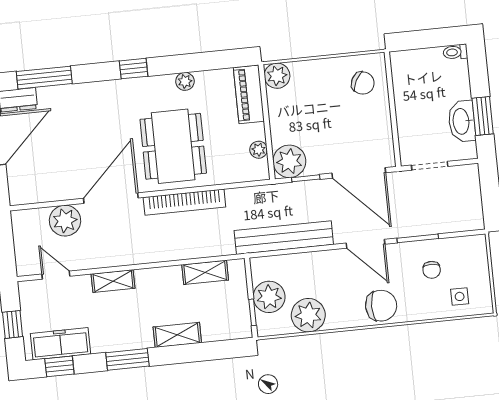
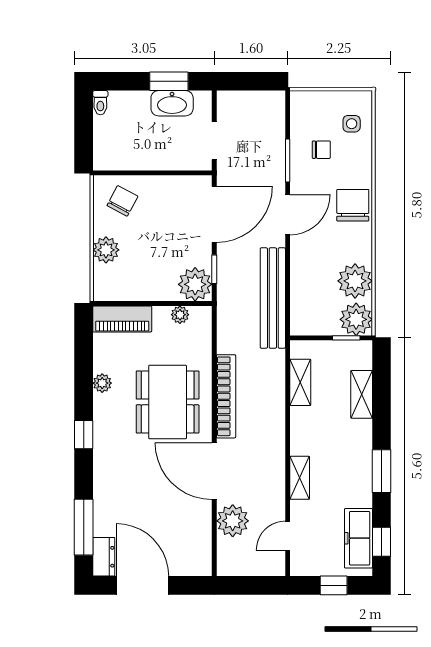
plant: (277, 76) -> (106, 250), moved
dining table: (173, 146) -> (168, 402), turned 90
plant: (269, 297) -> (356, 319), moved
shelving: (177, 335) -> (362, 394), moved

